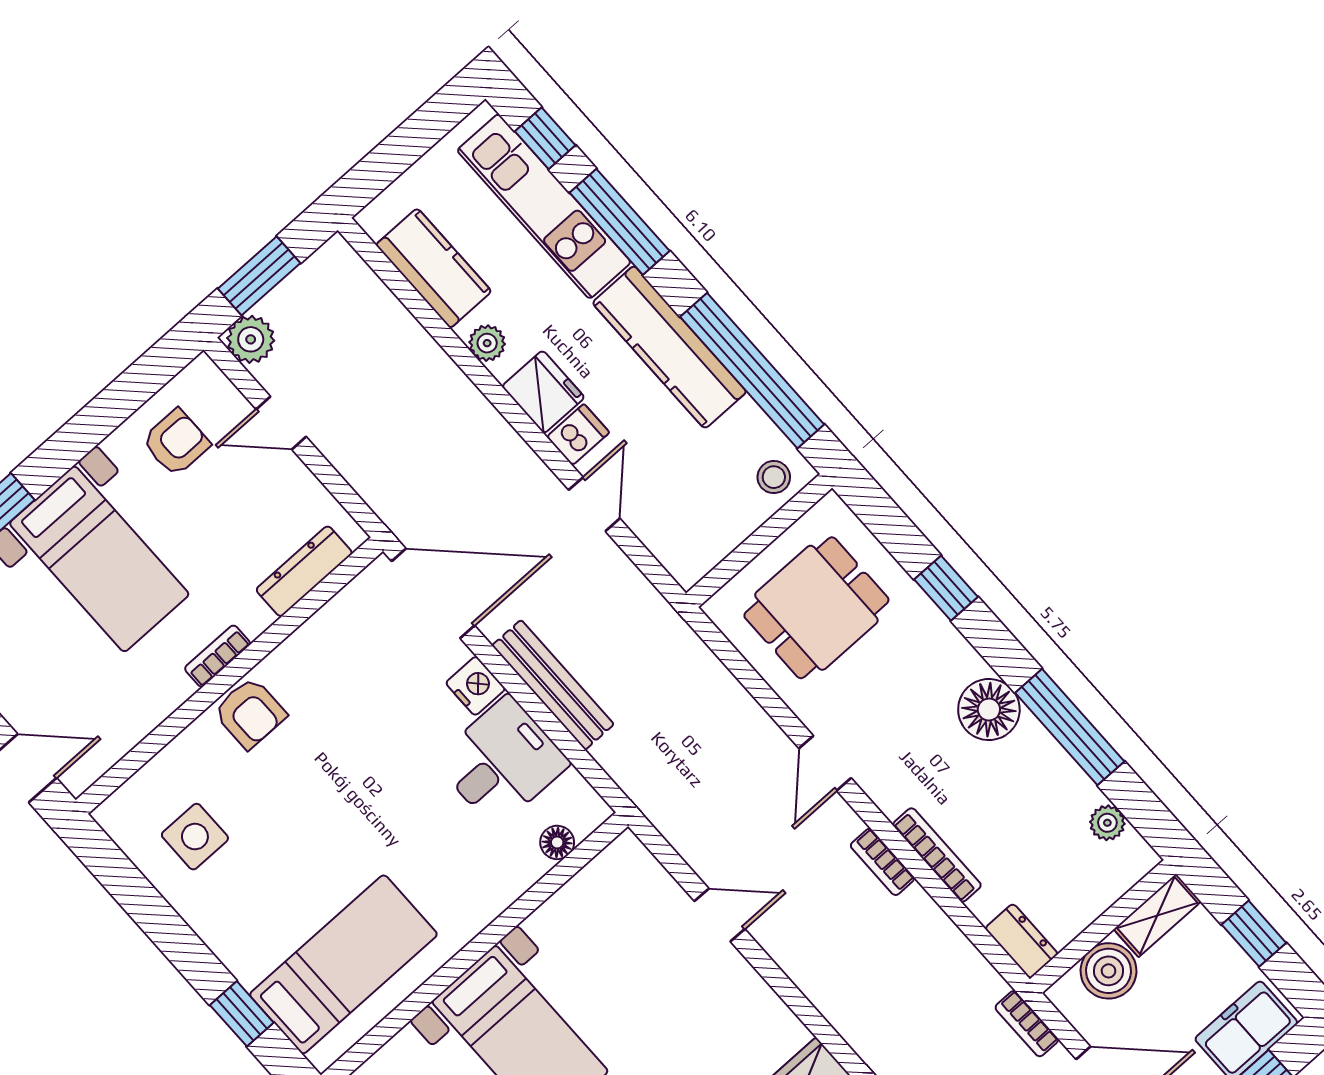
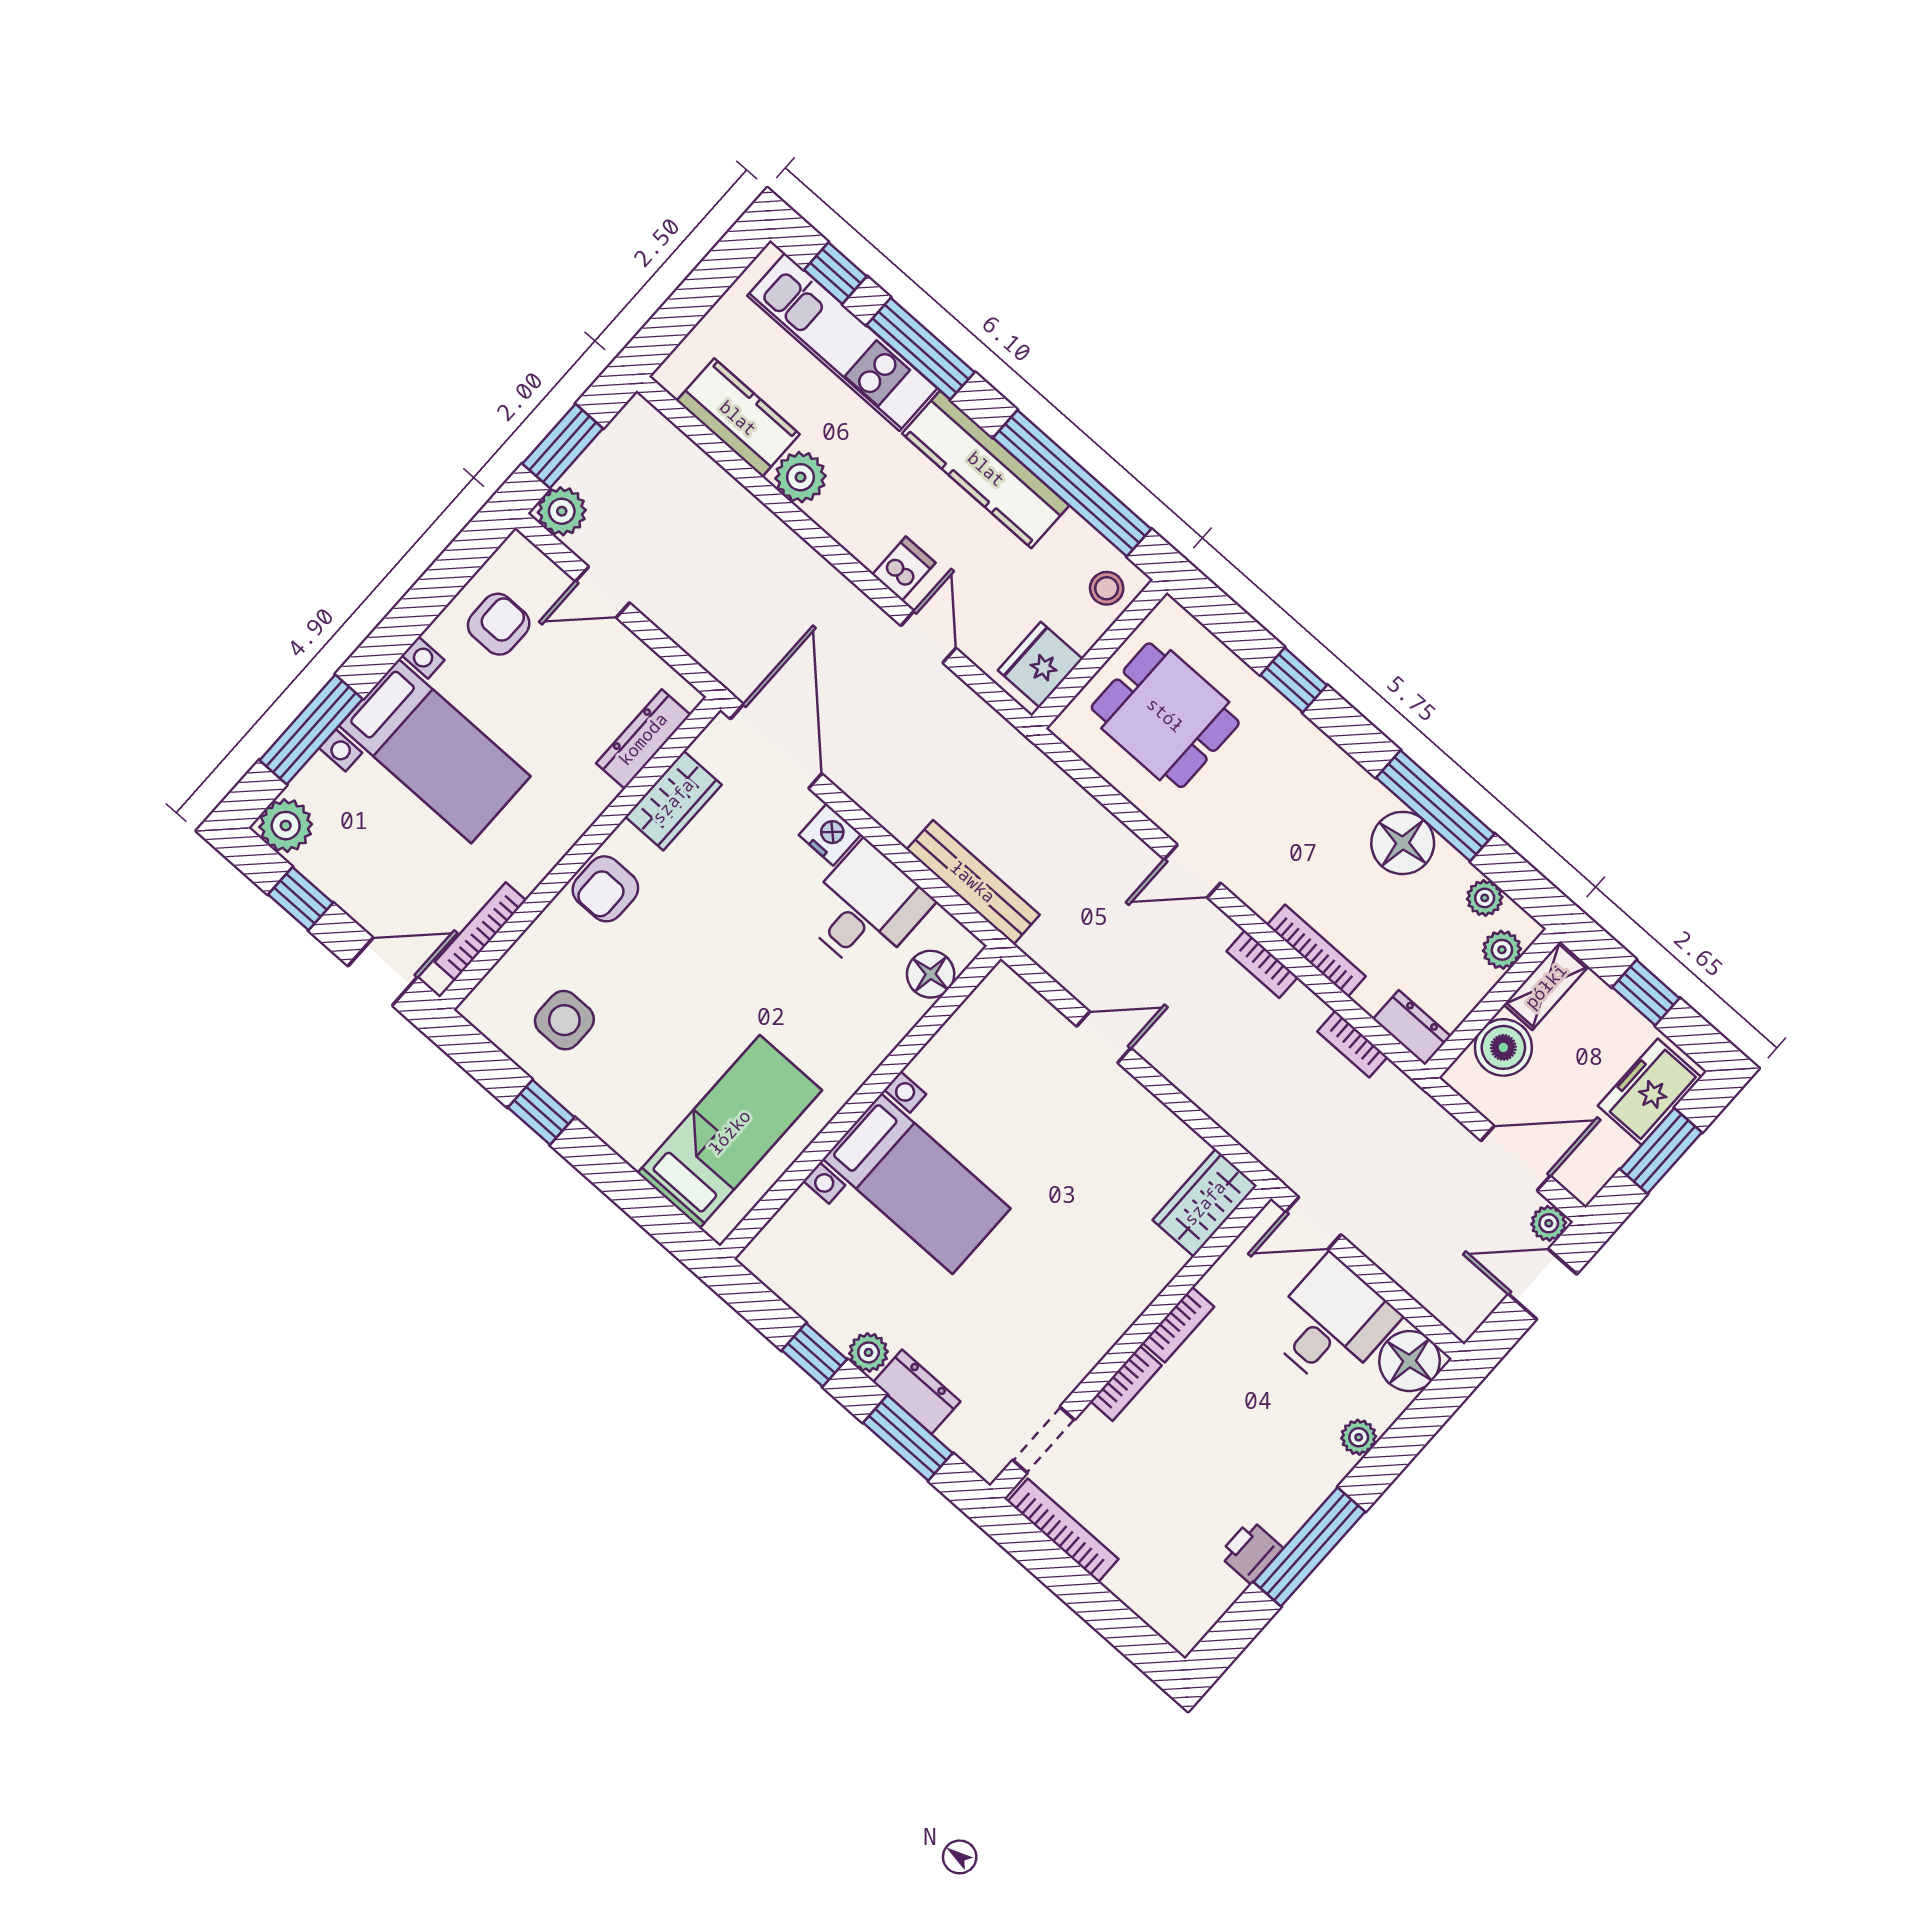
plant: (487, 343) -> (800, 477), width x1.38, depth x1.38
fridge: (543, 392) -> (1040, 665), moved, turned -90
door: (433, 593) -> (776, 746), hinge flipped
dining table: (816, 608) -> (1165, 715), turned 90
wardrobe: (326, 635) -> (673, 801), added
bookcase: (217, 656) -> (480, 931), moved, width x1.56
bench: (553, 685) -> (973, 882), moved
floor lamp: (989, 710) -> (1403, 843), moved
armchair: (250, 713) -> (605, 889), turned 90
door: (825, 763) -> (1192, 871), hinge flipped
floor lamp: (557, 842) -> (931, 974), width x1.37, depth x1.37
plant: (1118, 875) -> (1502, 950), added
window: (242, 1014) -> (541, 1112), moved
bookcase: (1027, 1024) -> (1352, 1044), moved

